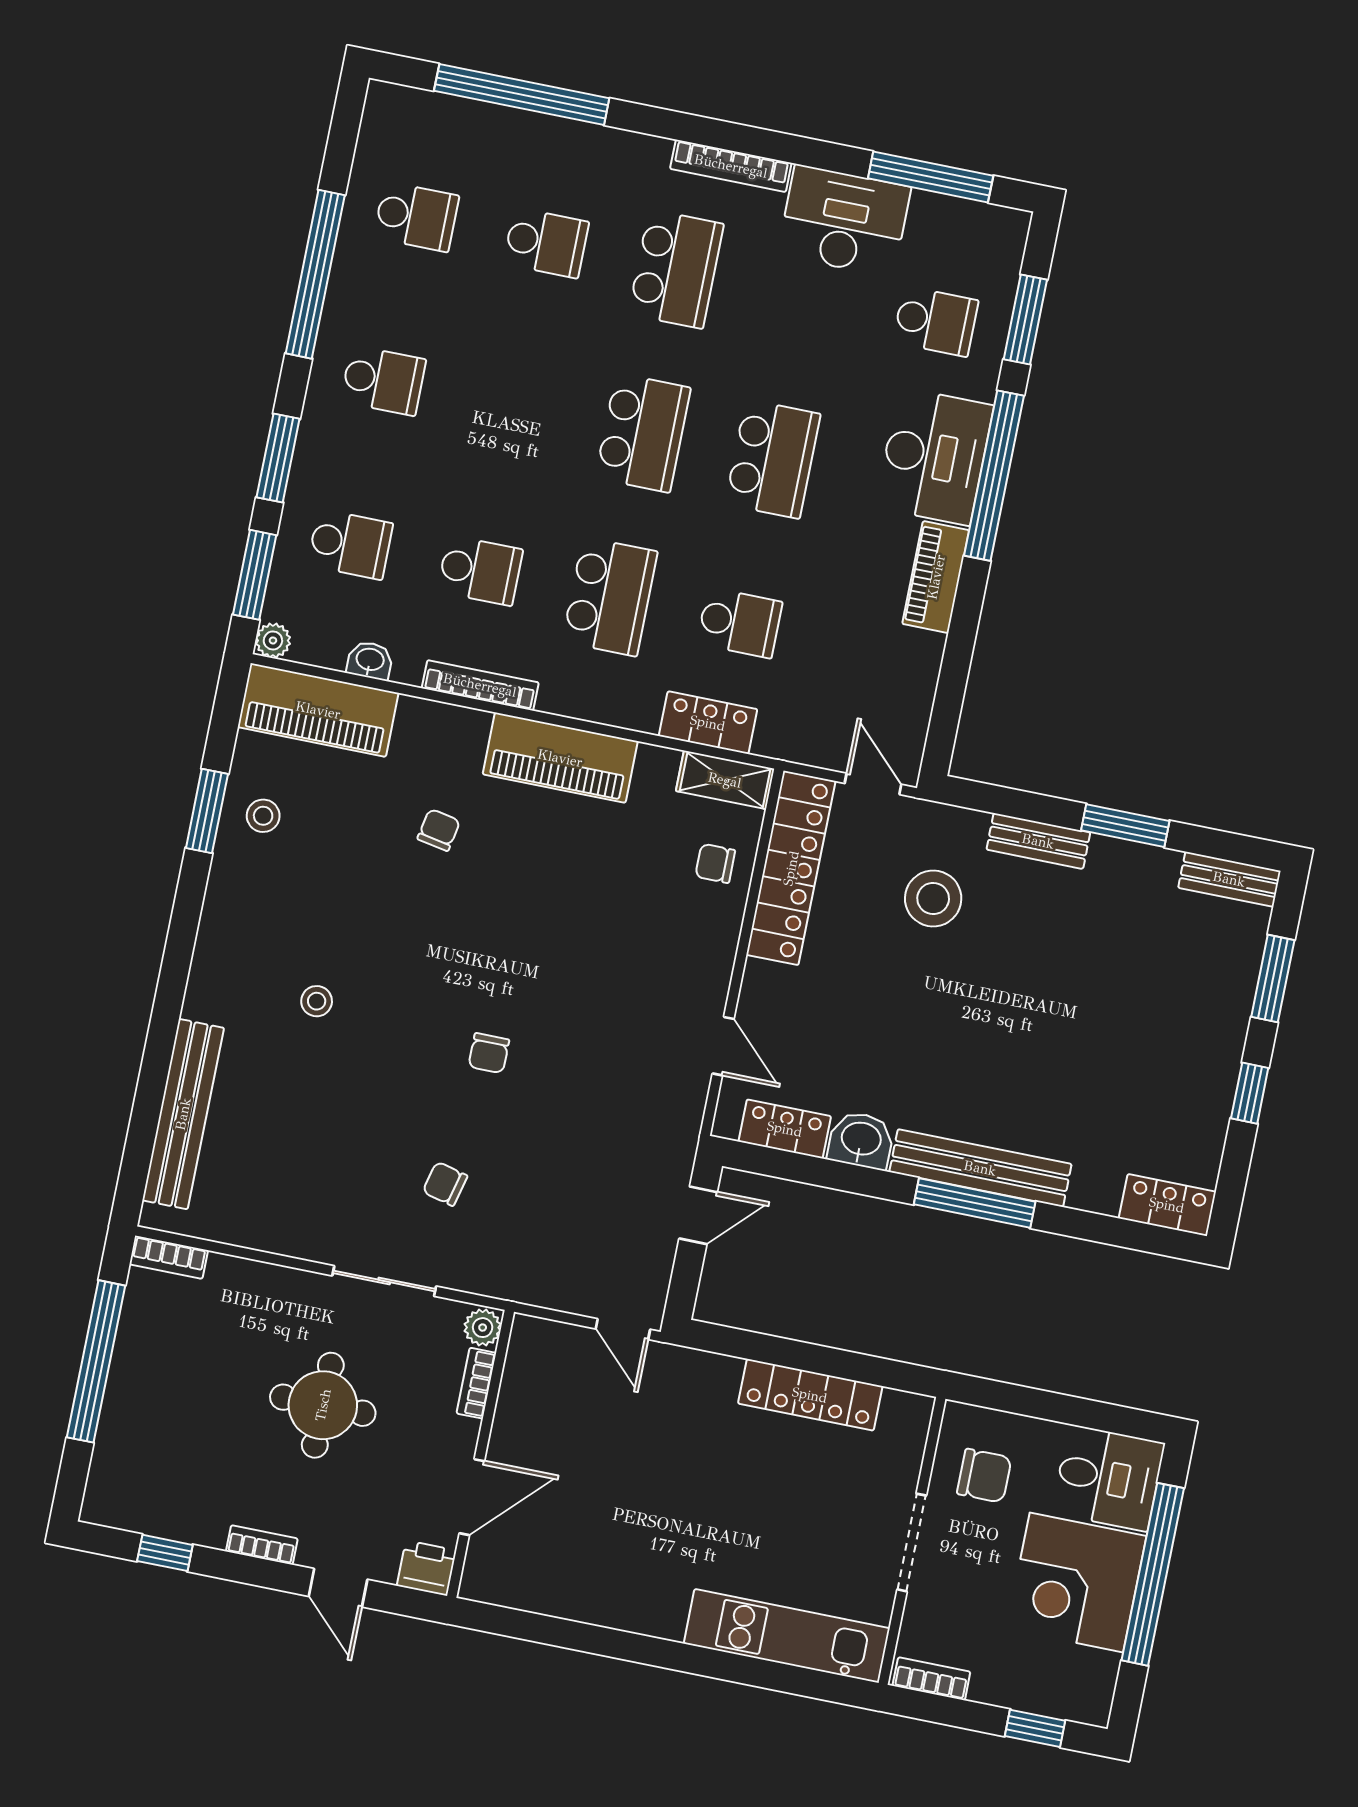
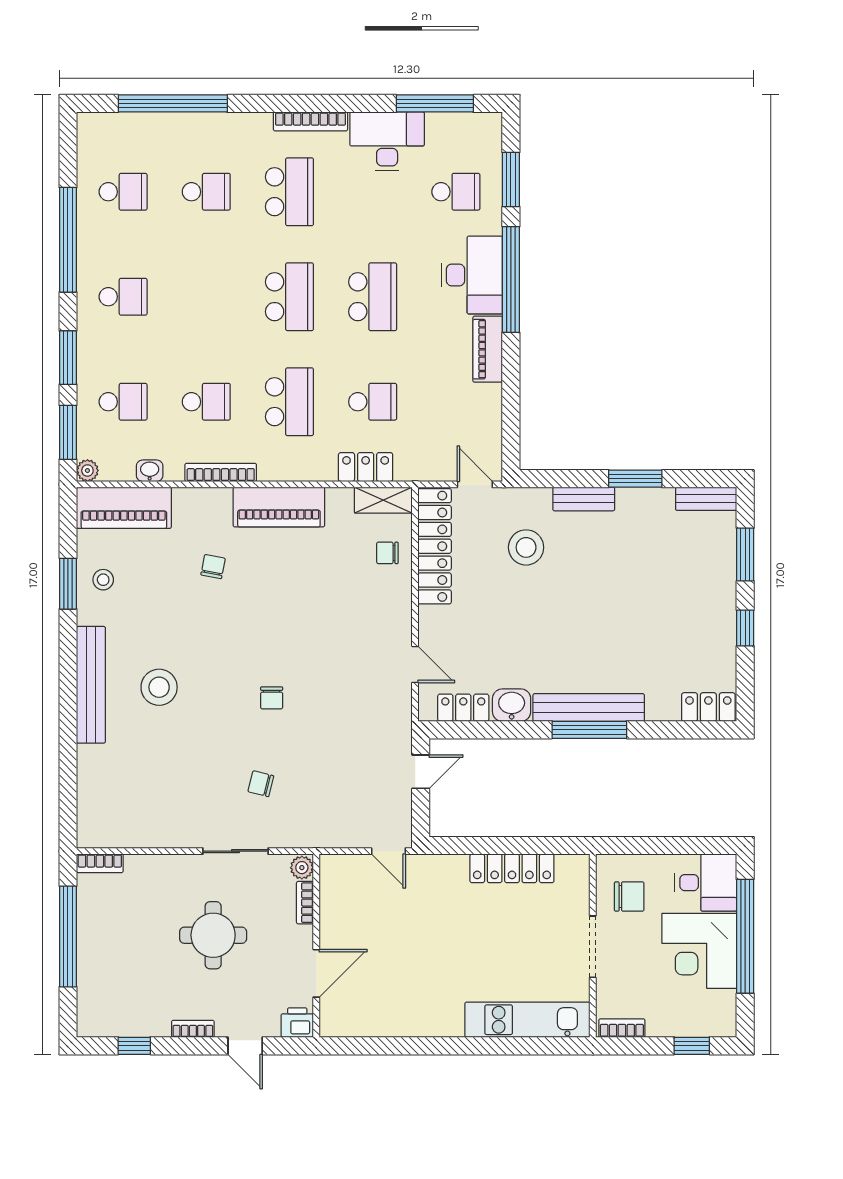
stool: (317, 1001) -> (159, 687), width x1.89, depth x1.89
bench: (183, 1114) -> (91, 685), moved

